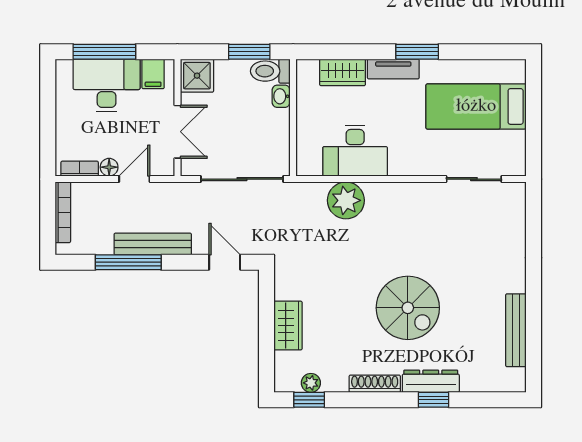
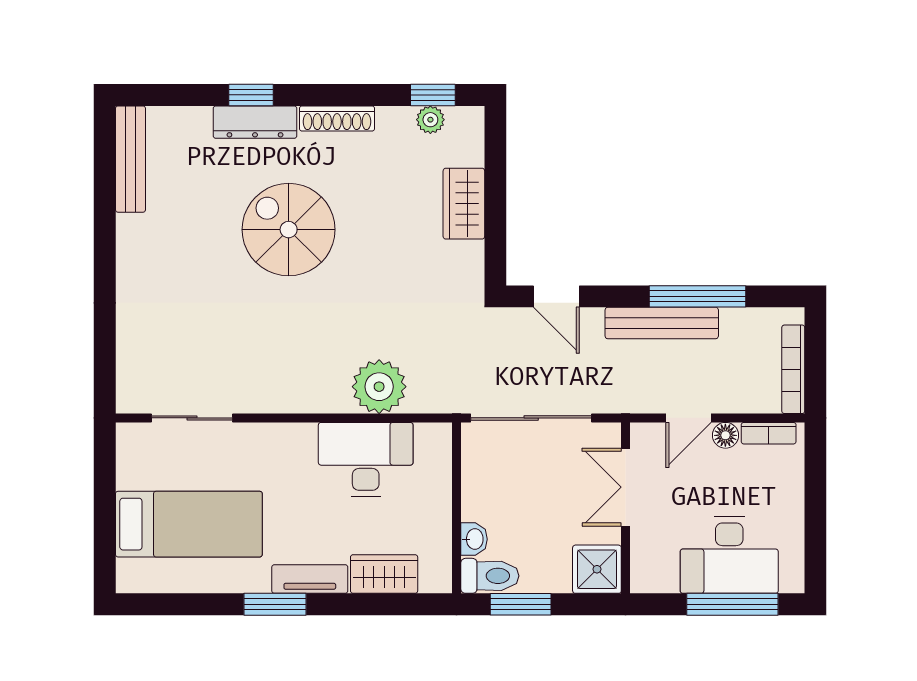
filing cabinet: (153, 74) -> (661, 572), removed
bench: (516, 330) -> (130, 159), moved

